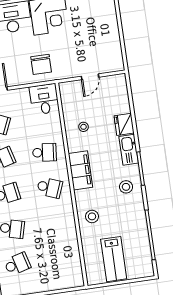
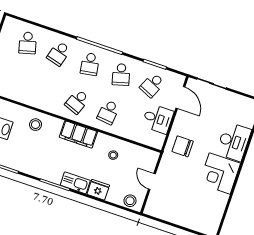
desk: (44, 99) -> (158, 119), moved
stool: (126, 187) -> (130, 201), moved

